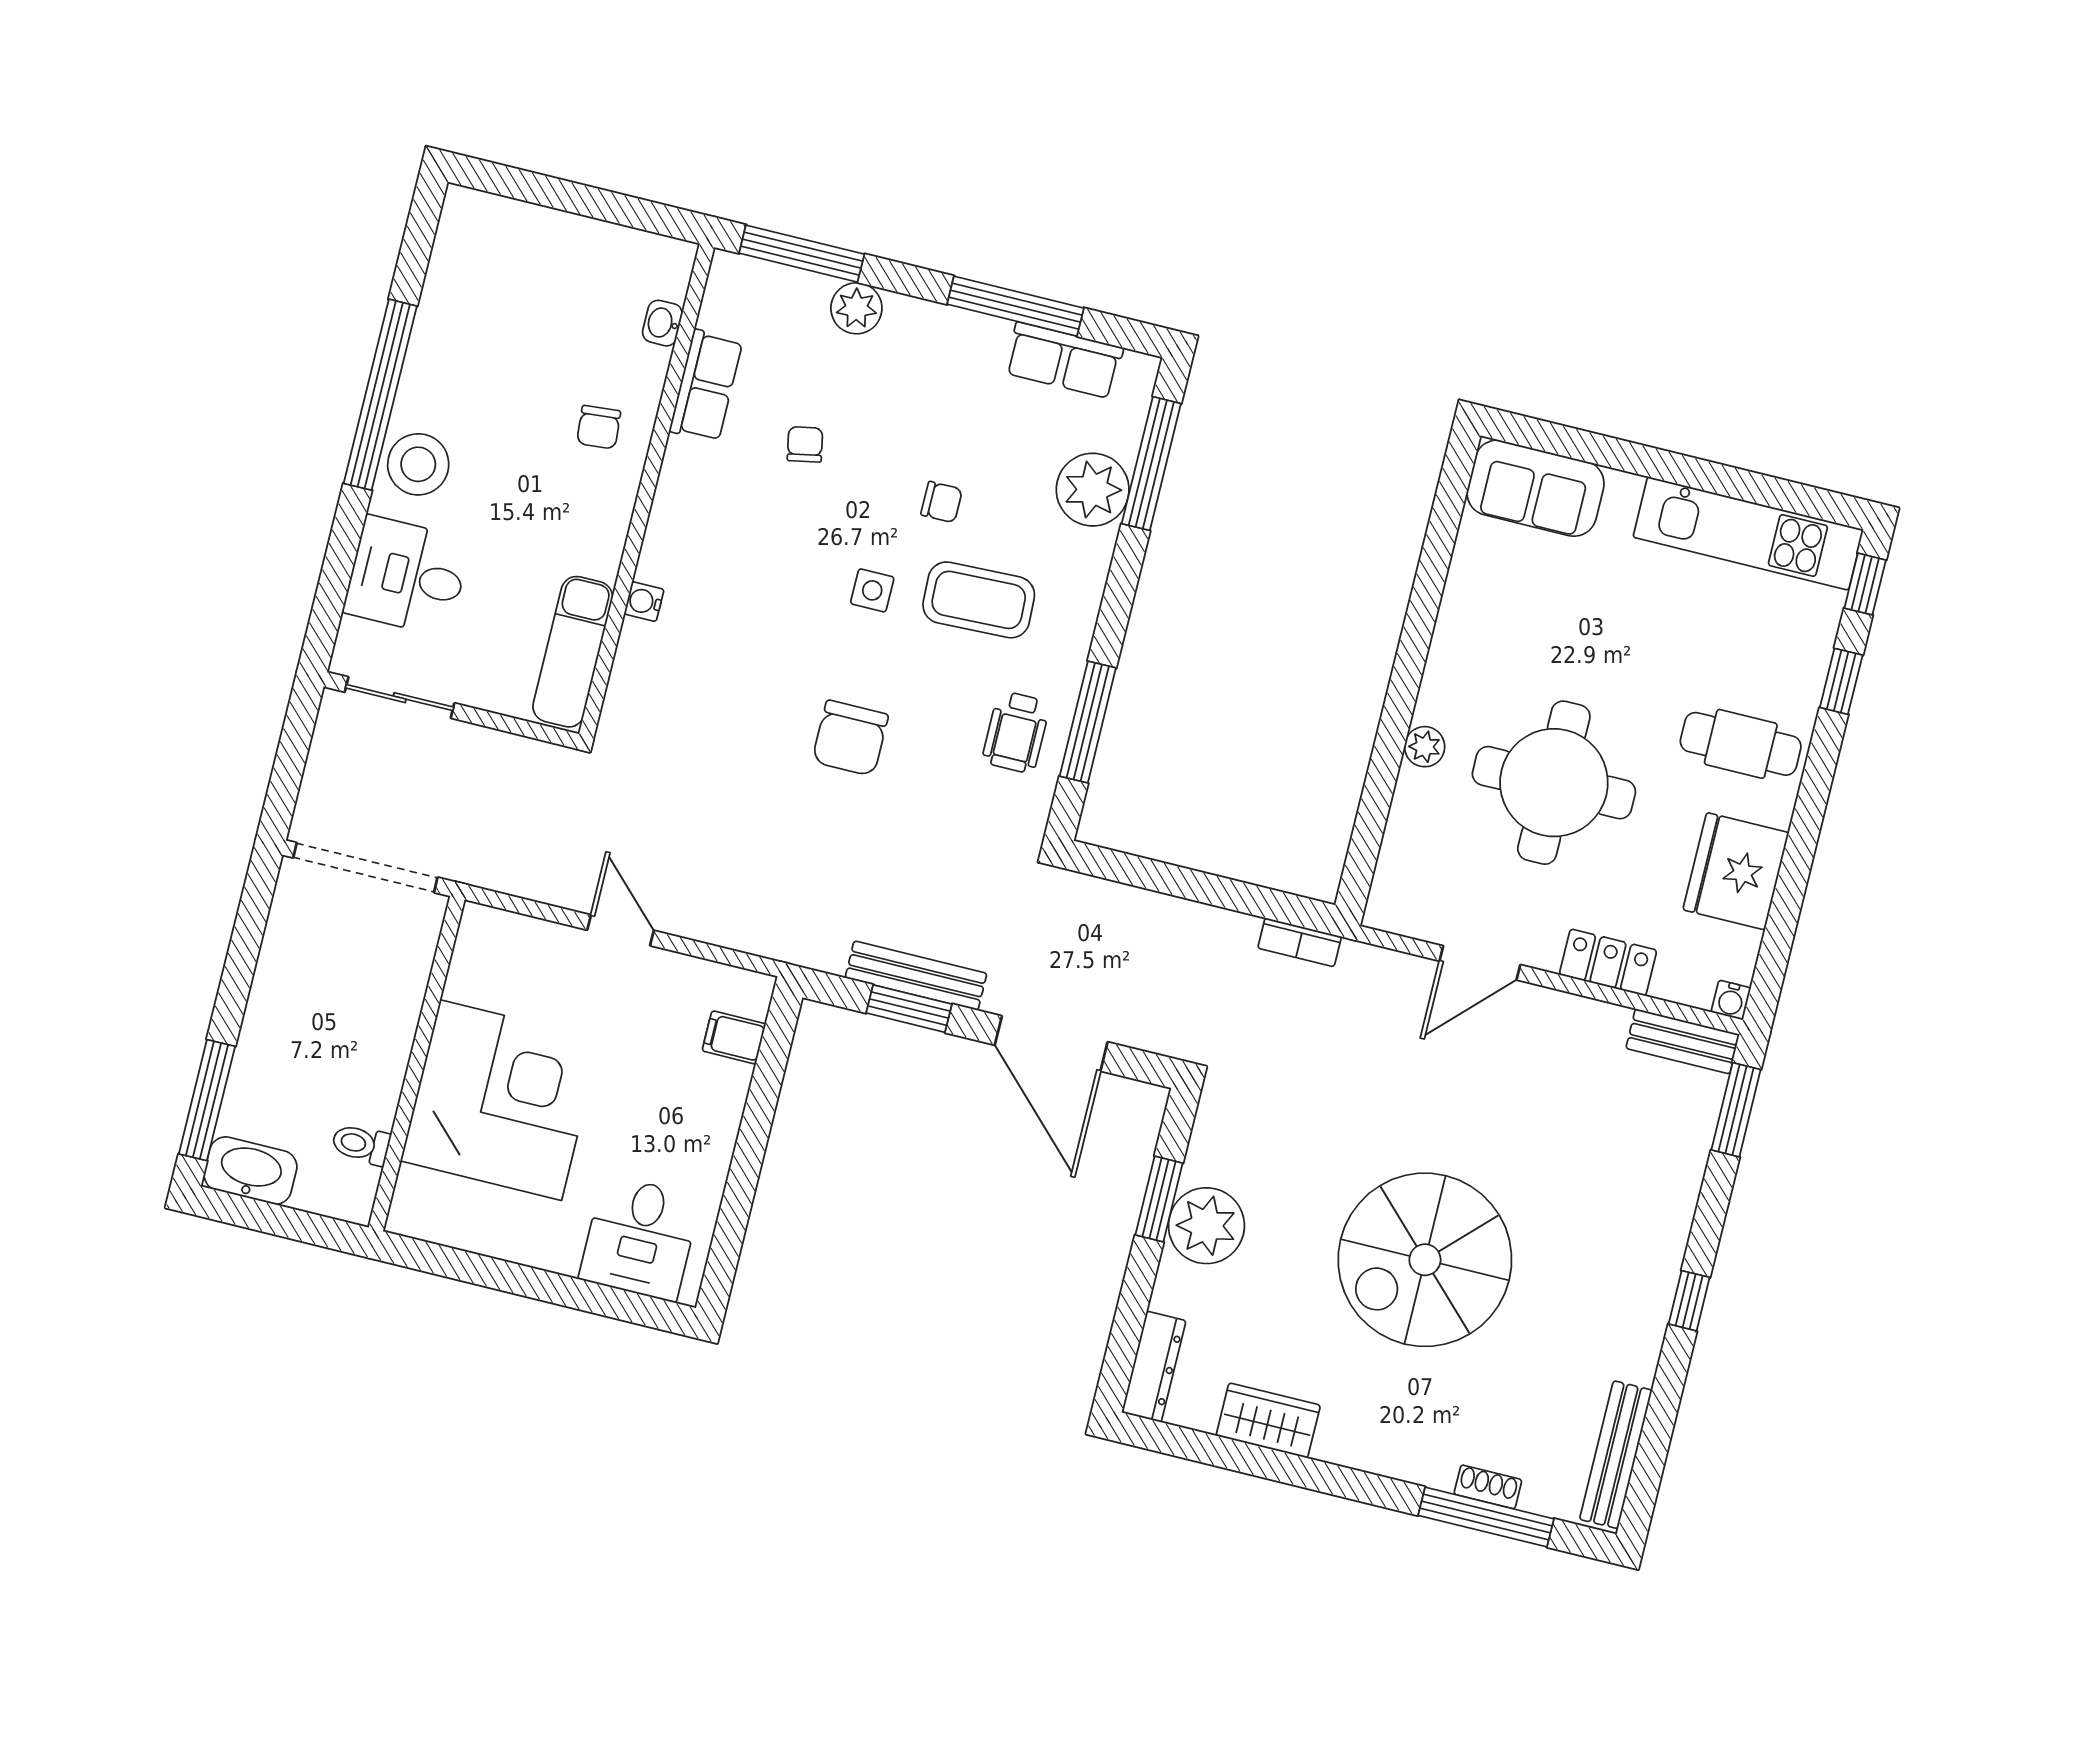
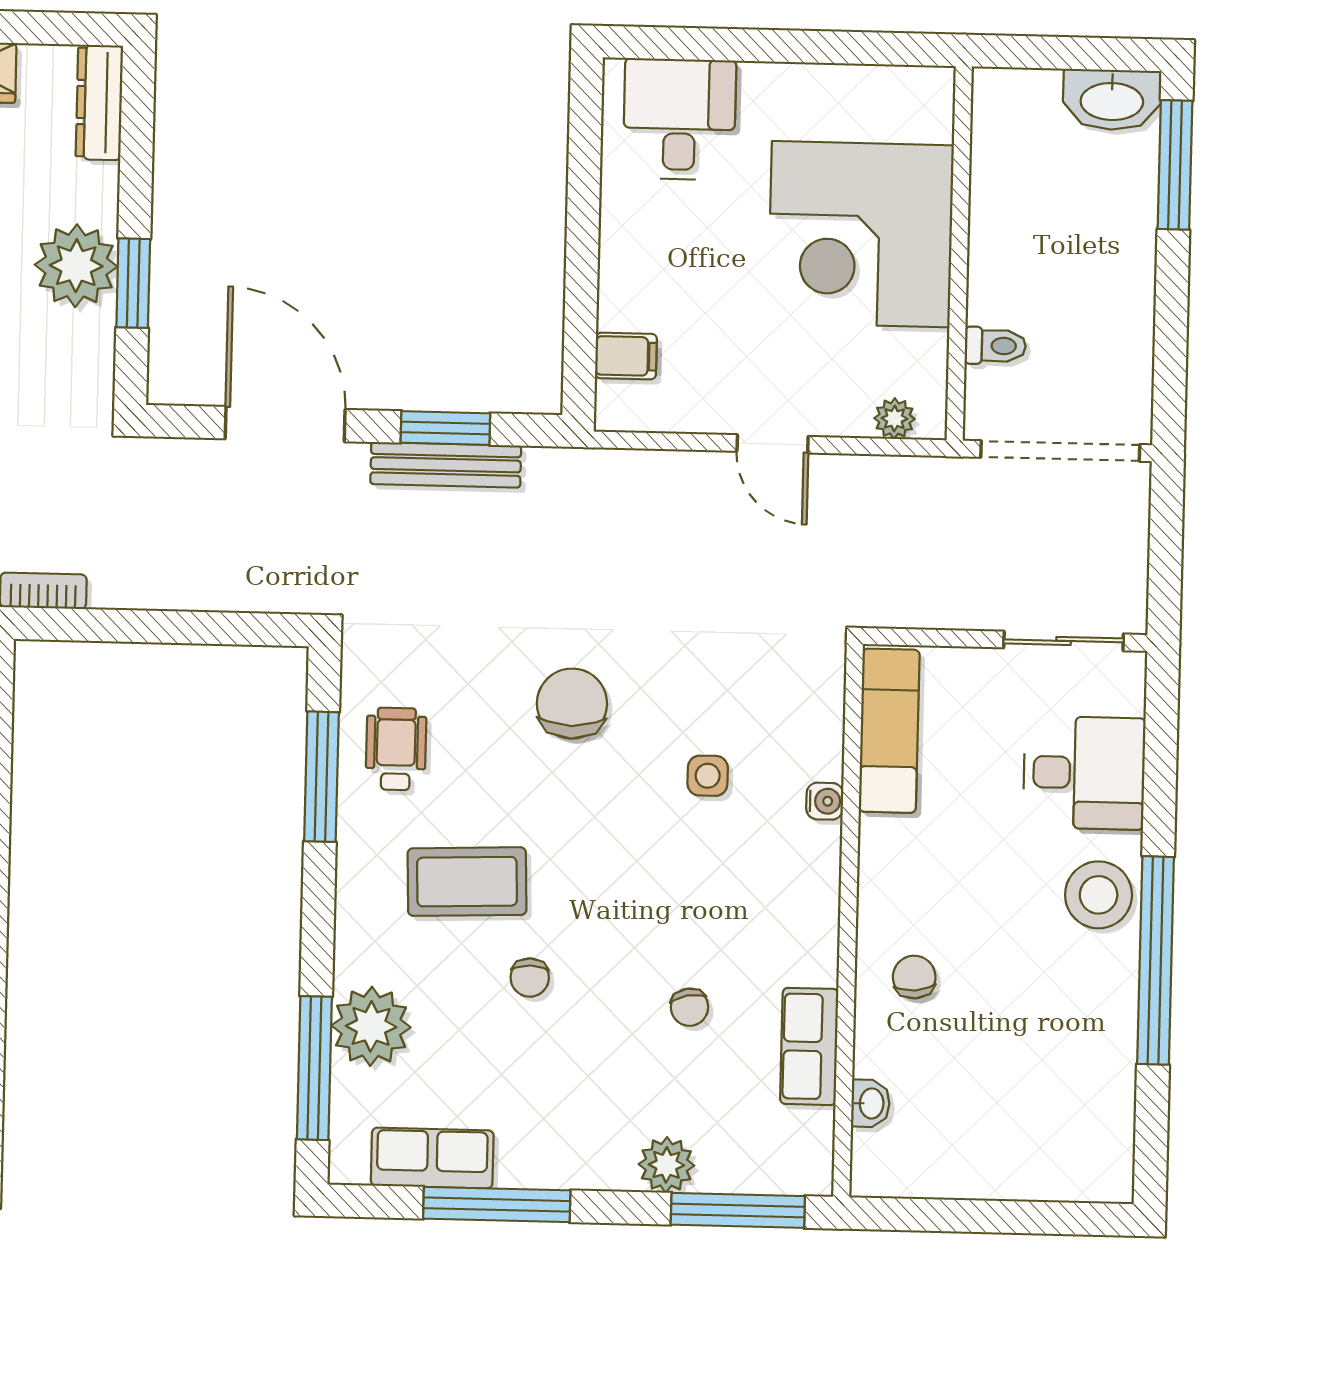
chair: (942, 502) -> (530, 978), turned -90
side table: (872, 590) -> (708, 776), moved
plant: (507, 929) -> (894, 419), added
toilet: (361, 1144) -> (995, 346), moved

